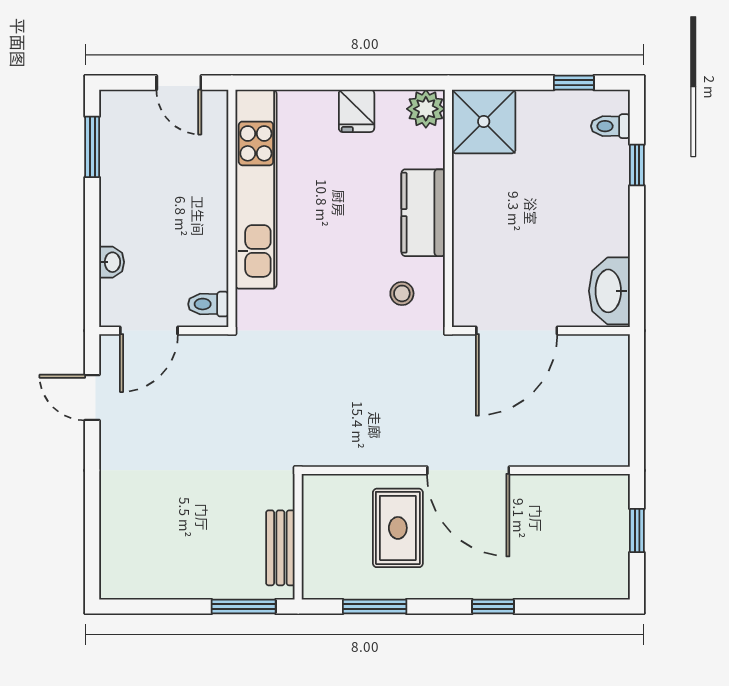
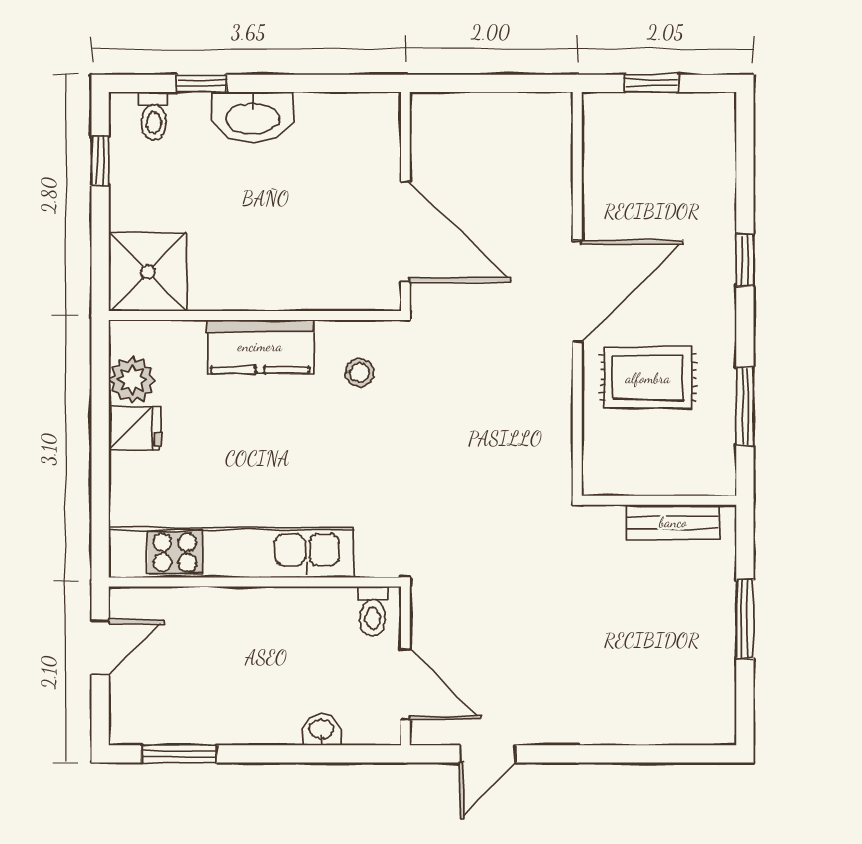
plant: (426, 109) -> (132, 380), moved
washbasin: (609, 291) -> (253, 117), moved
window: (244, 606) -> (745, 619), moved

